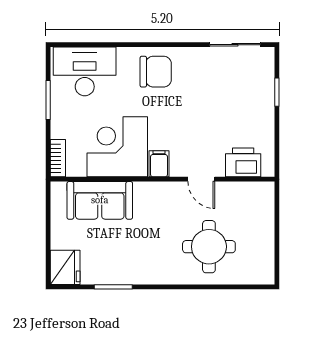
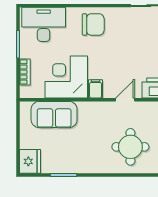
bookcase: (58, 158) -> (25, 72), moved
door: (201, 179) -> (125, 100), swing flipped

